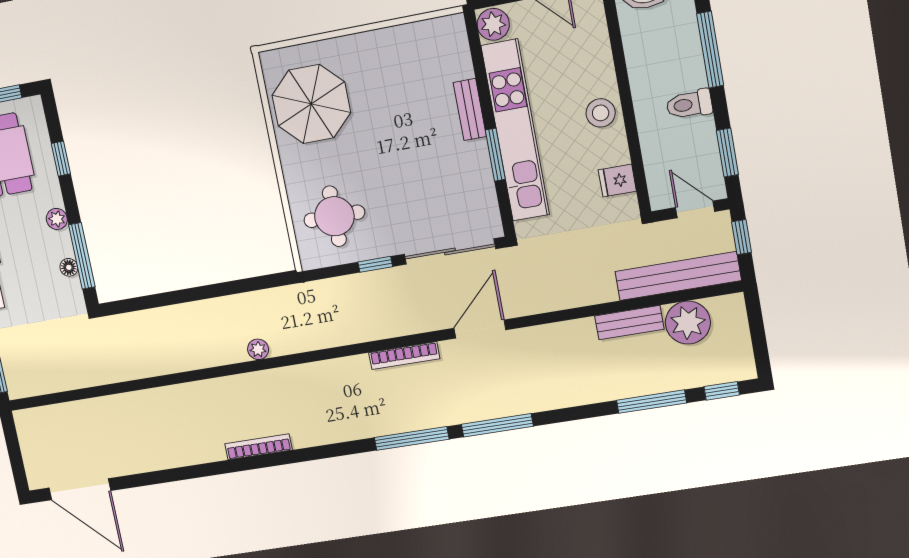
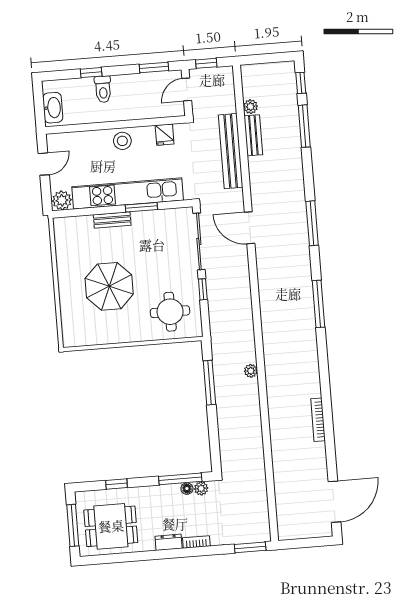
window: (710, 50) -> (91, 73), width x0.46
parasol: (311, 104) -> (109, 286), moved
toilet: (689, 104) -> (103, 89), moved
plant: (57, 219) -> (201, 488), moved
bench: (678, 276) -> (231, 151), moved
window: (232, 287) -> (209, 383), added
plant: (688, 323) -> (250, 107), width x0.53, depth x0.53
bookcase: (404, 356) -> (263, 277), removed
window: (412, 438) -> (319, 304), moved
bookcase: (258, 447) -> (318, 420), moved

